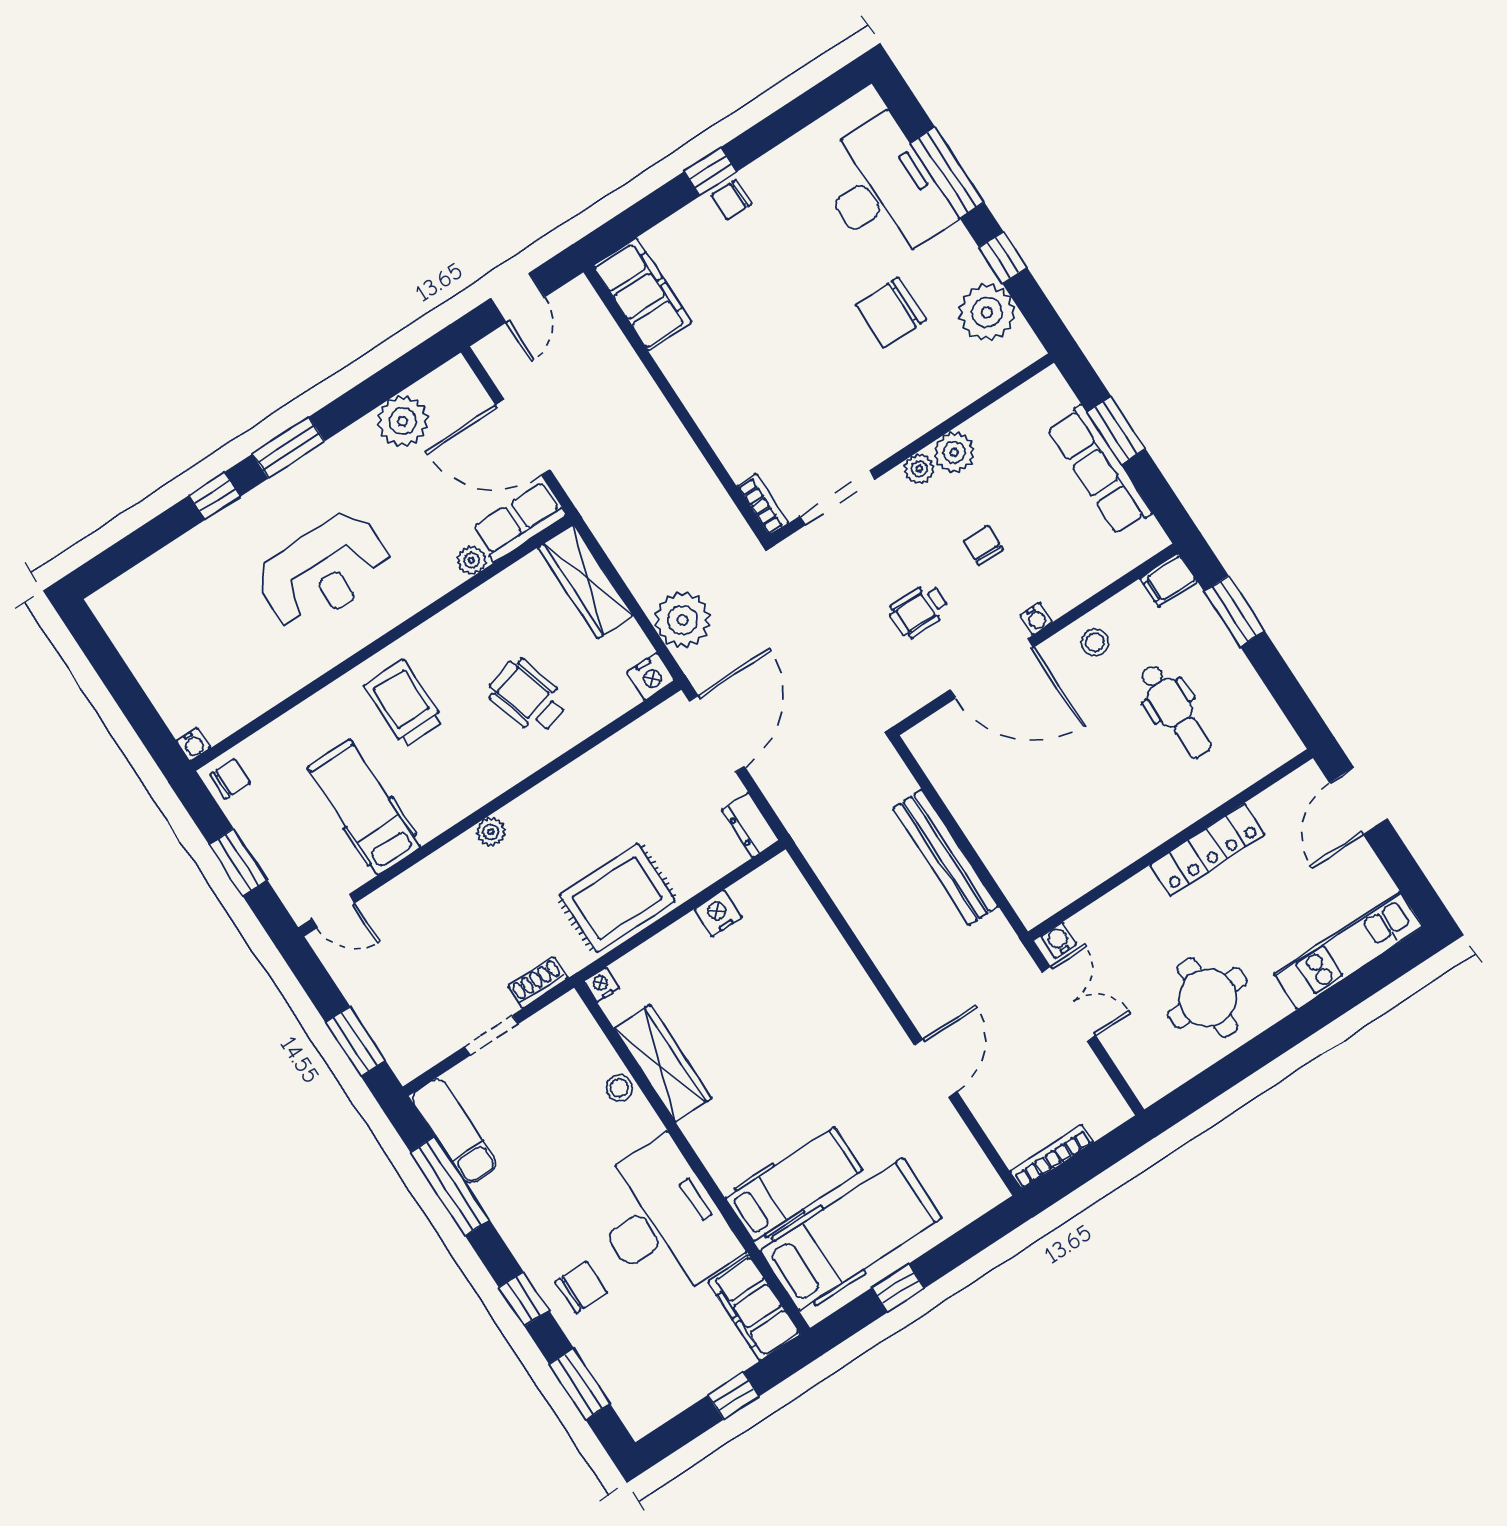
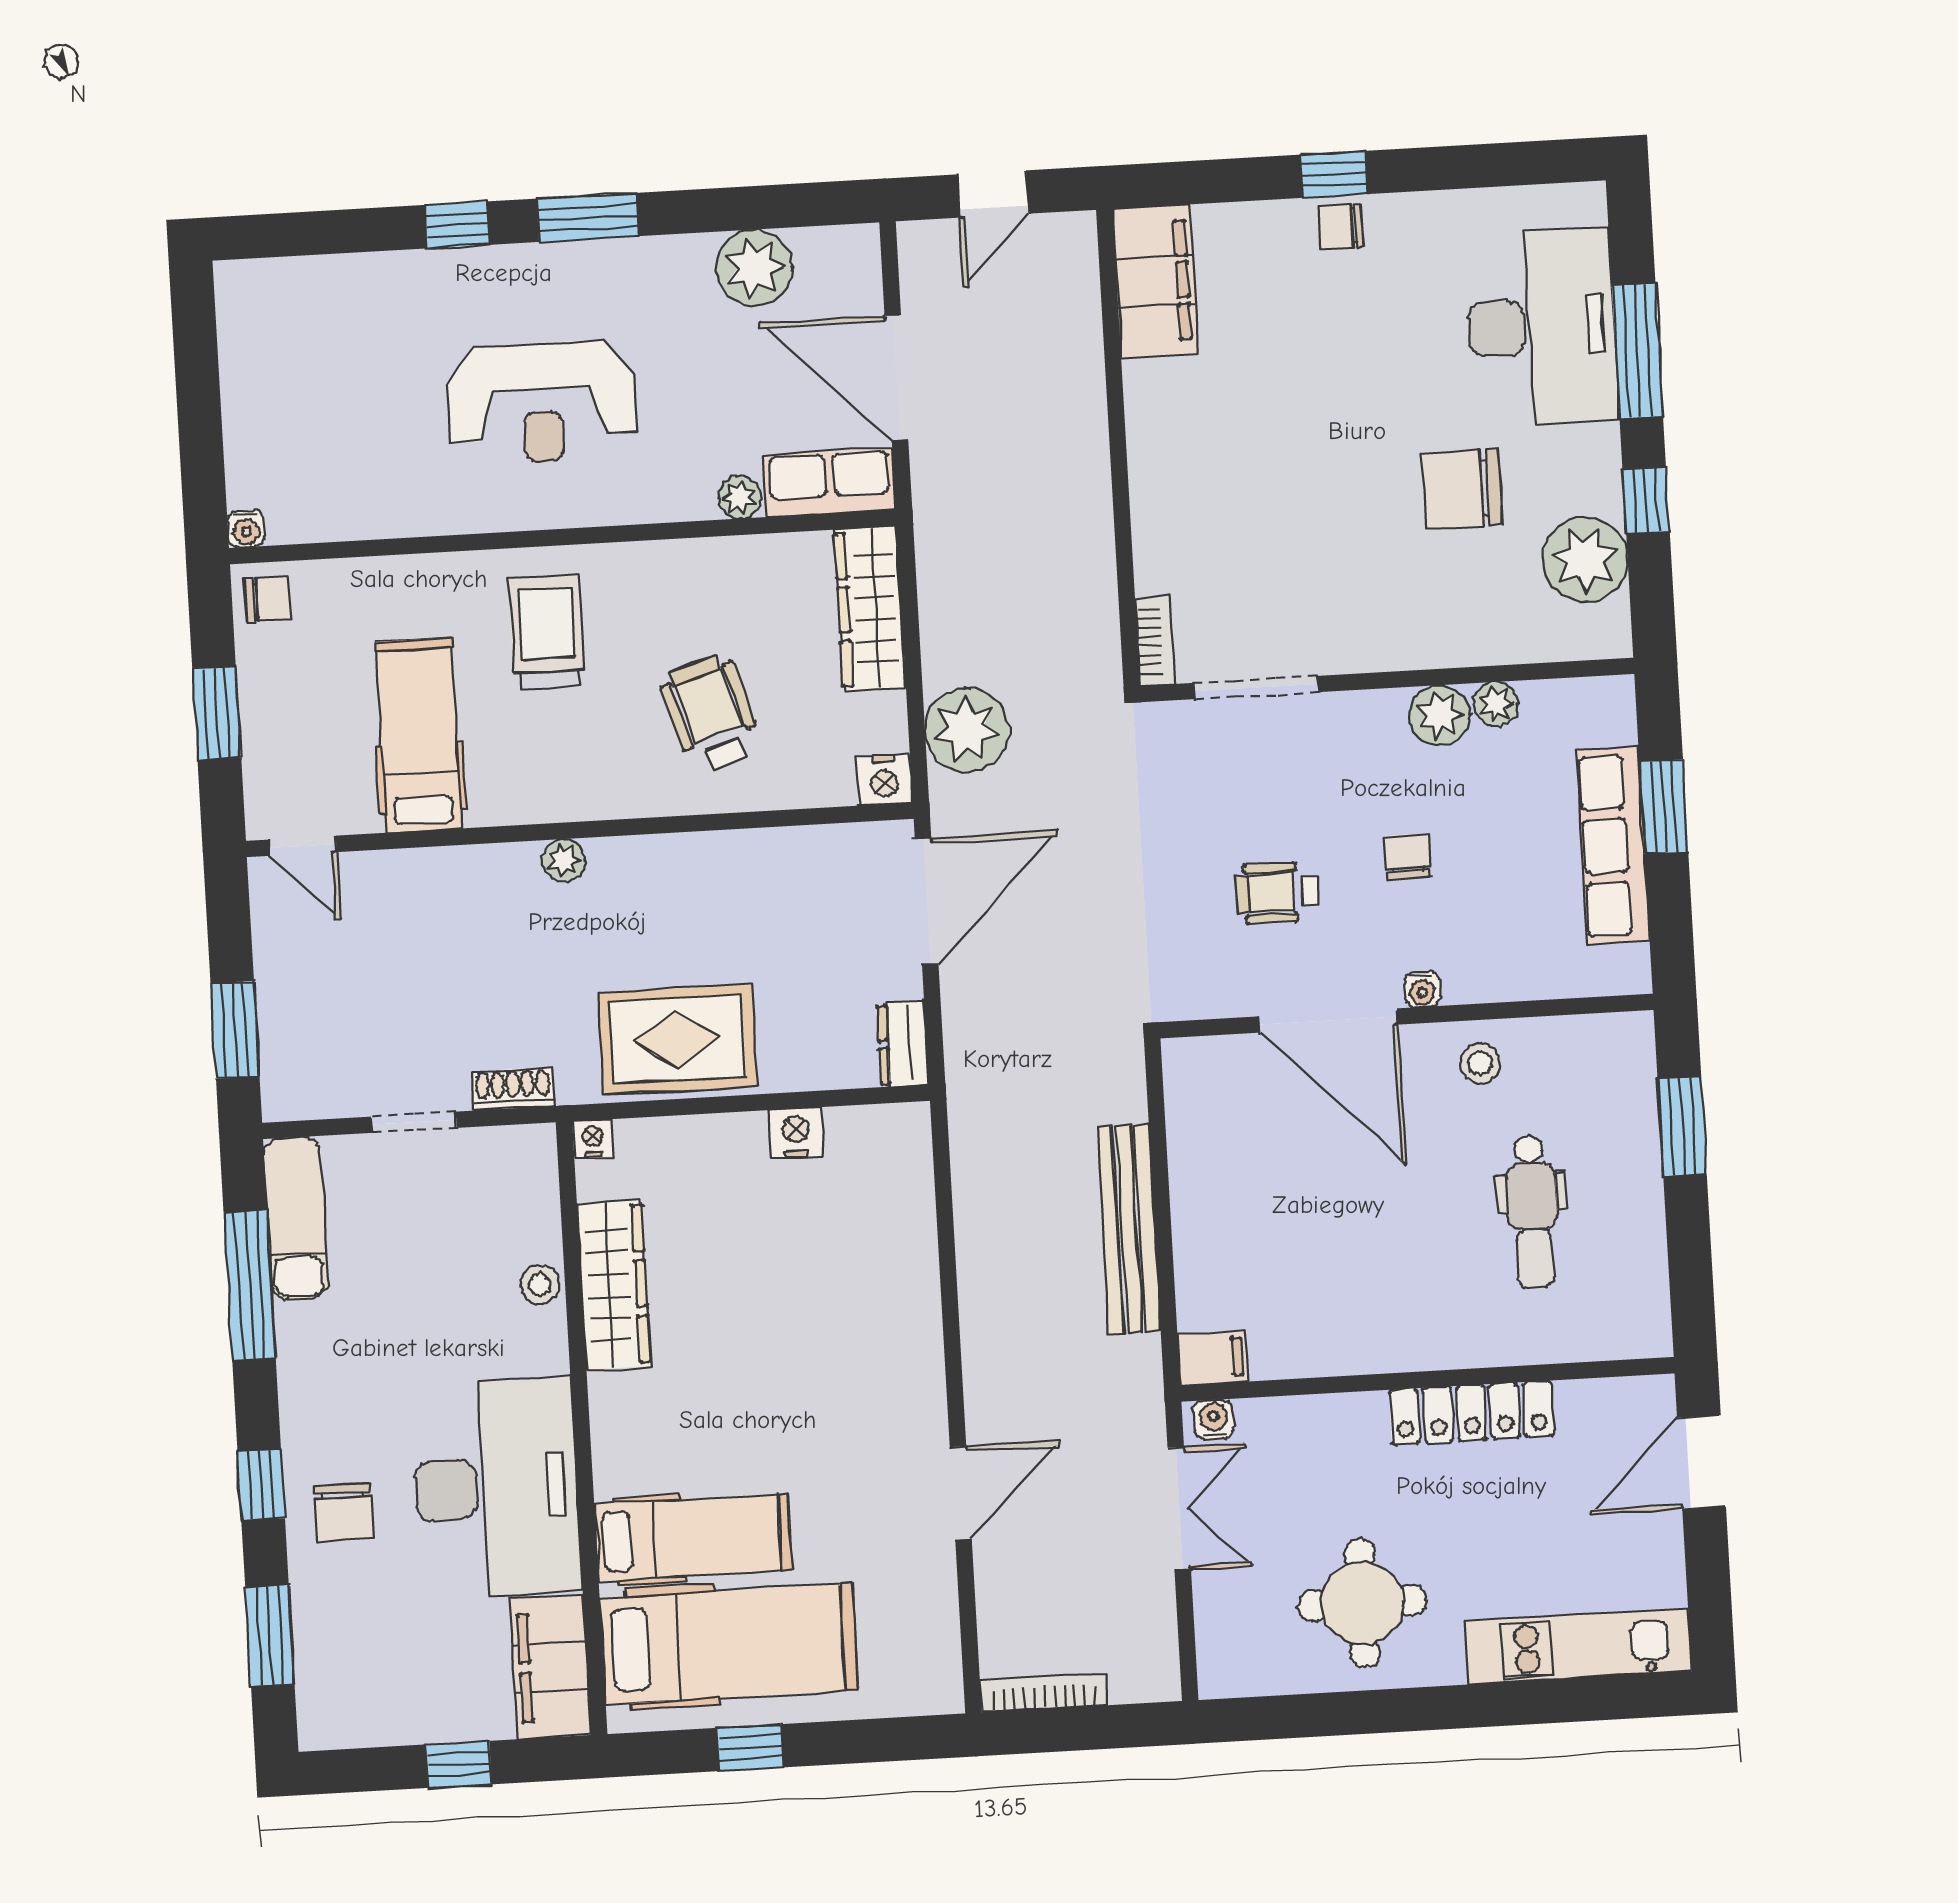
plant: (919, 469) -> (1496, 704), moved
filing cabinet: (1169, 580) -> (1213, 1358), moved, turned 180
chair: (581, 1287) -> (343, 1512), turned 90

